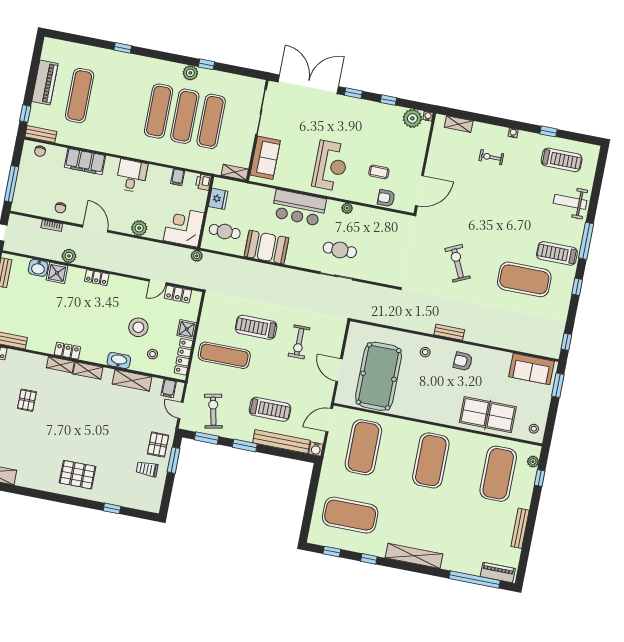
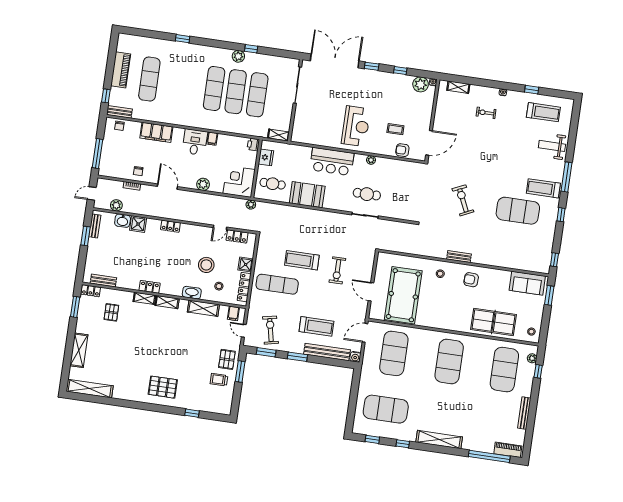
sofa: (265, 158) -> (303, 122), removed
filing cabinet: (178, 177) -> (212, 139), moved
plant: (69, 256) -> (116, 205), moved
pallet: (27, 400) -> (111, 312), moved

